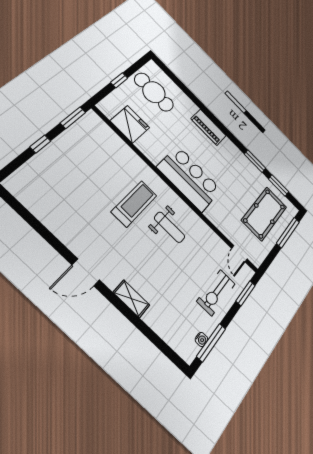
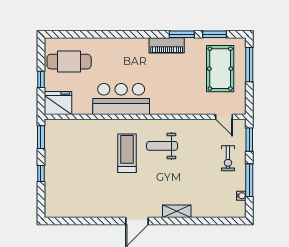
fridge: (130, 124) -> (58, 103), moved
piano: (208, 127) -> (167, 45), moved
bar counter: (190, 178) -> (121, 99), moved
weight bench: (170, 227) -> (162, 146), turned 180
exercise bike: (216, 292) -> (228, 158), width x0.73, depth x0.72
window: (211, 343) -> (249, 180), moved

